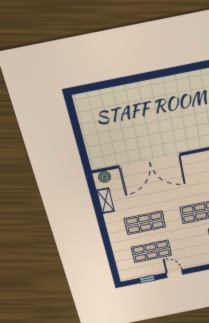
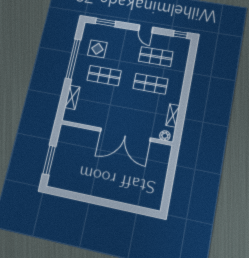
double door: (149, 161) -> (125, 135), swing flipped
window: (147, 279) -> (180, 34), moved

